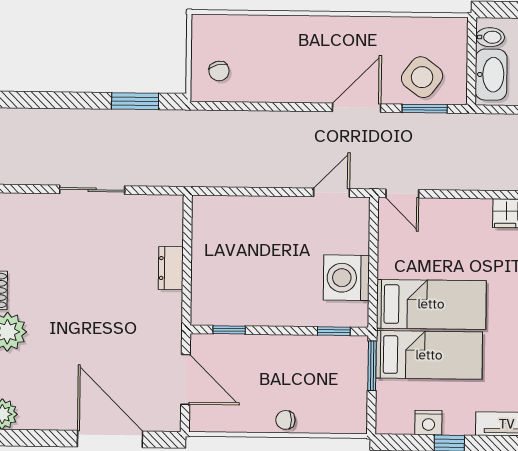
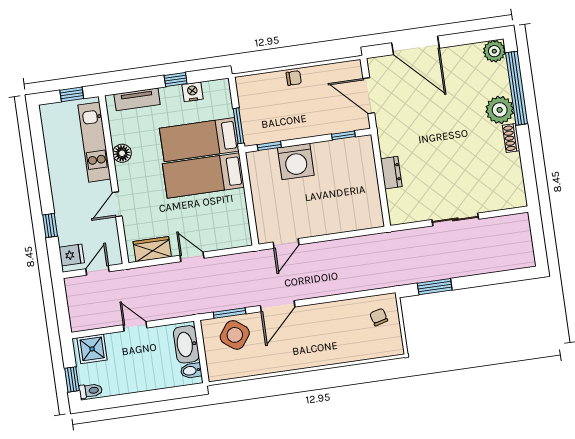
door: (402, 194) -> (192, 257), moved
washing machine: (346, 278) -> (296, 161), moved, turned 90

